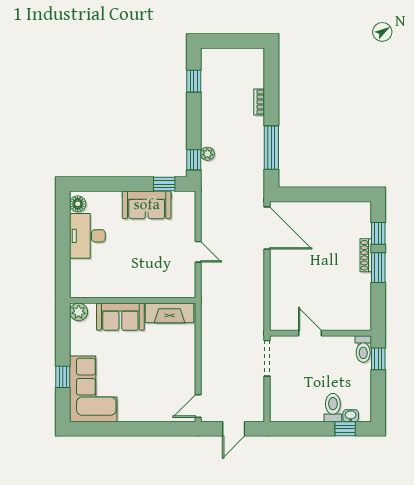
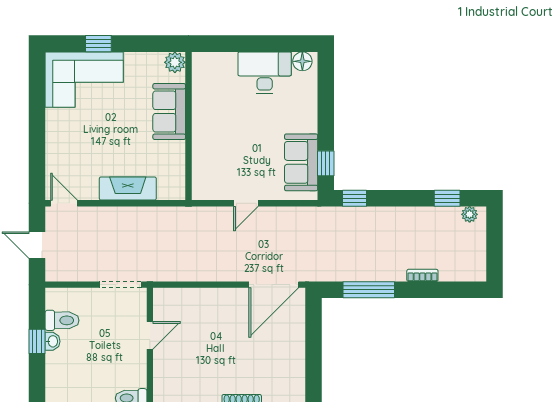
plant: (207, 154) -> (470, 214), moved
sofa: (147, 205) -> (301, 162), moved
fireplace: (170, 313) -> (128, 189), moved, turned 90
toilet: (333, 408) -> (62, 320), moved
washbasin: (351, 416) -> (52, 341), moved
window: (345, 429) -> (37, 341), moved

